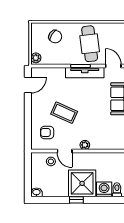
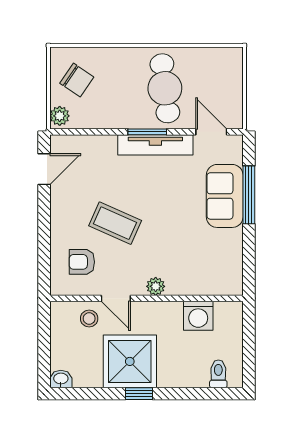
chair: (55, 37) -> (77, 80), moved
shower: (82, 183) -> (130, 361), moved
washing machine: (104, 189) -> (198, 316), moved, turned 180

